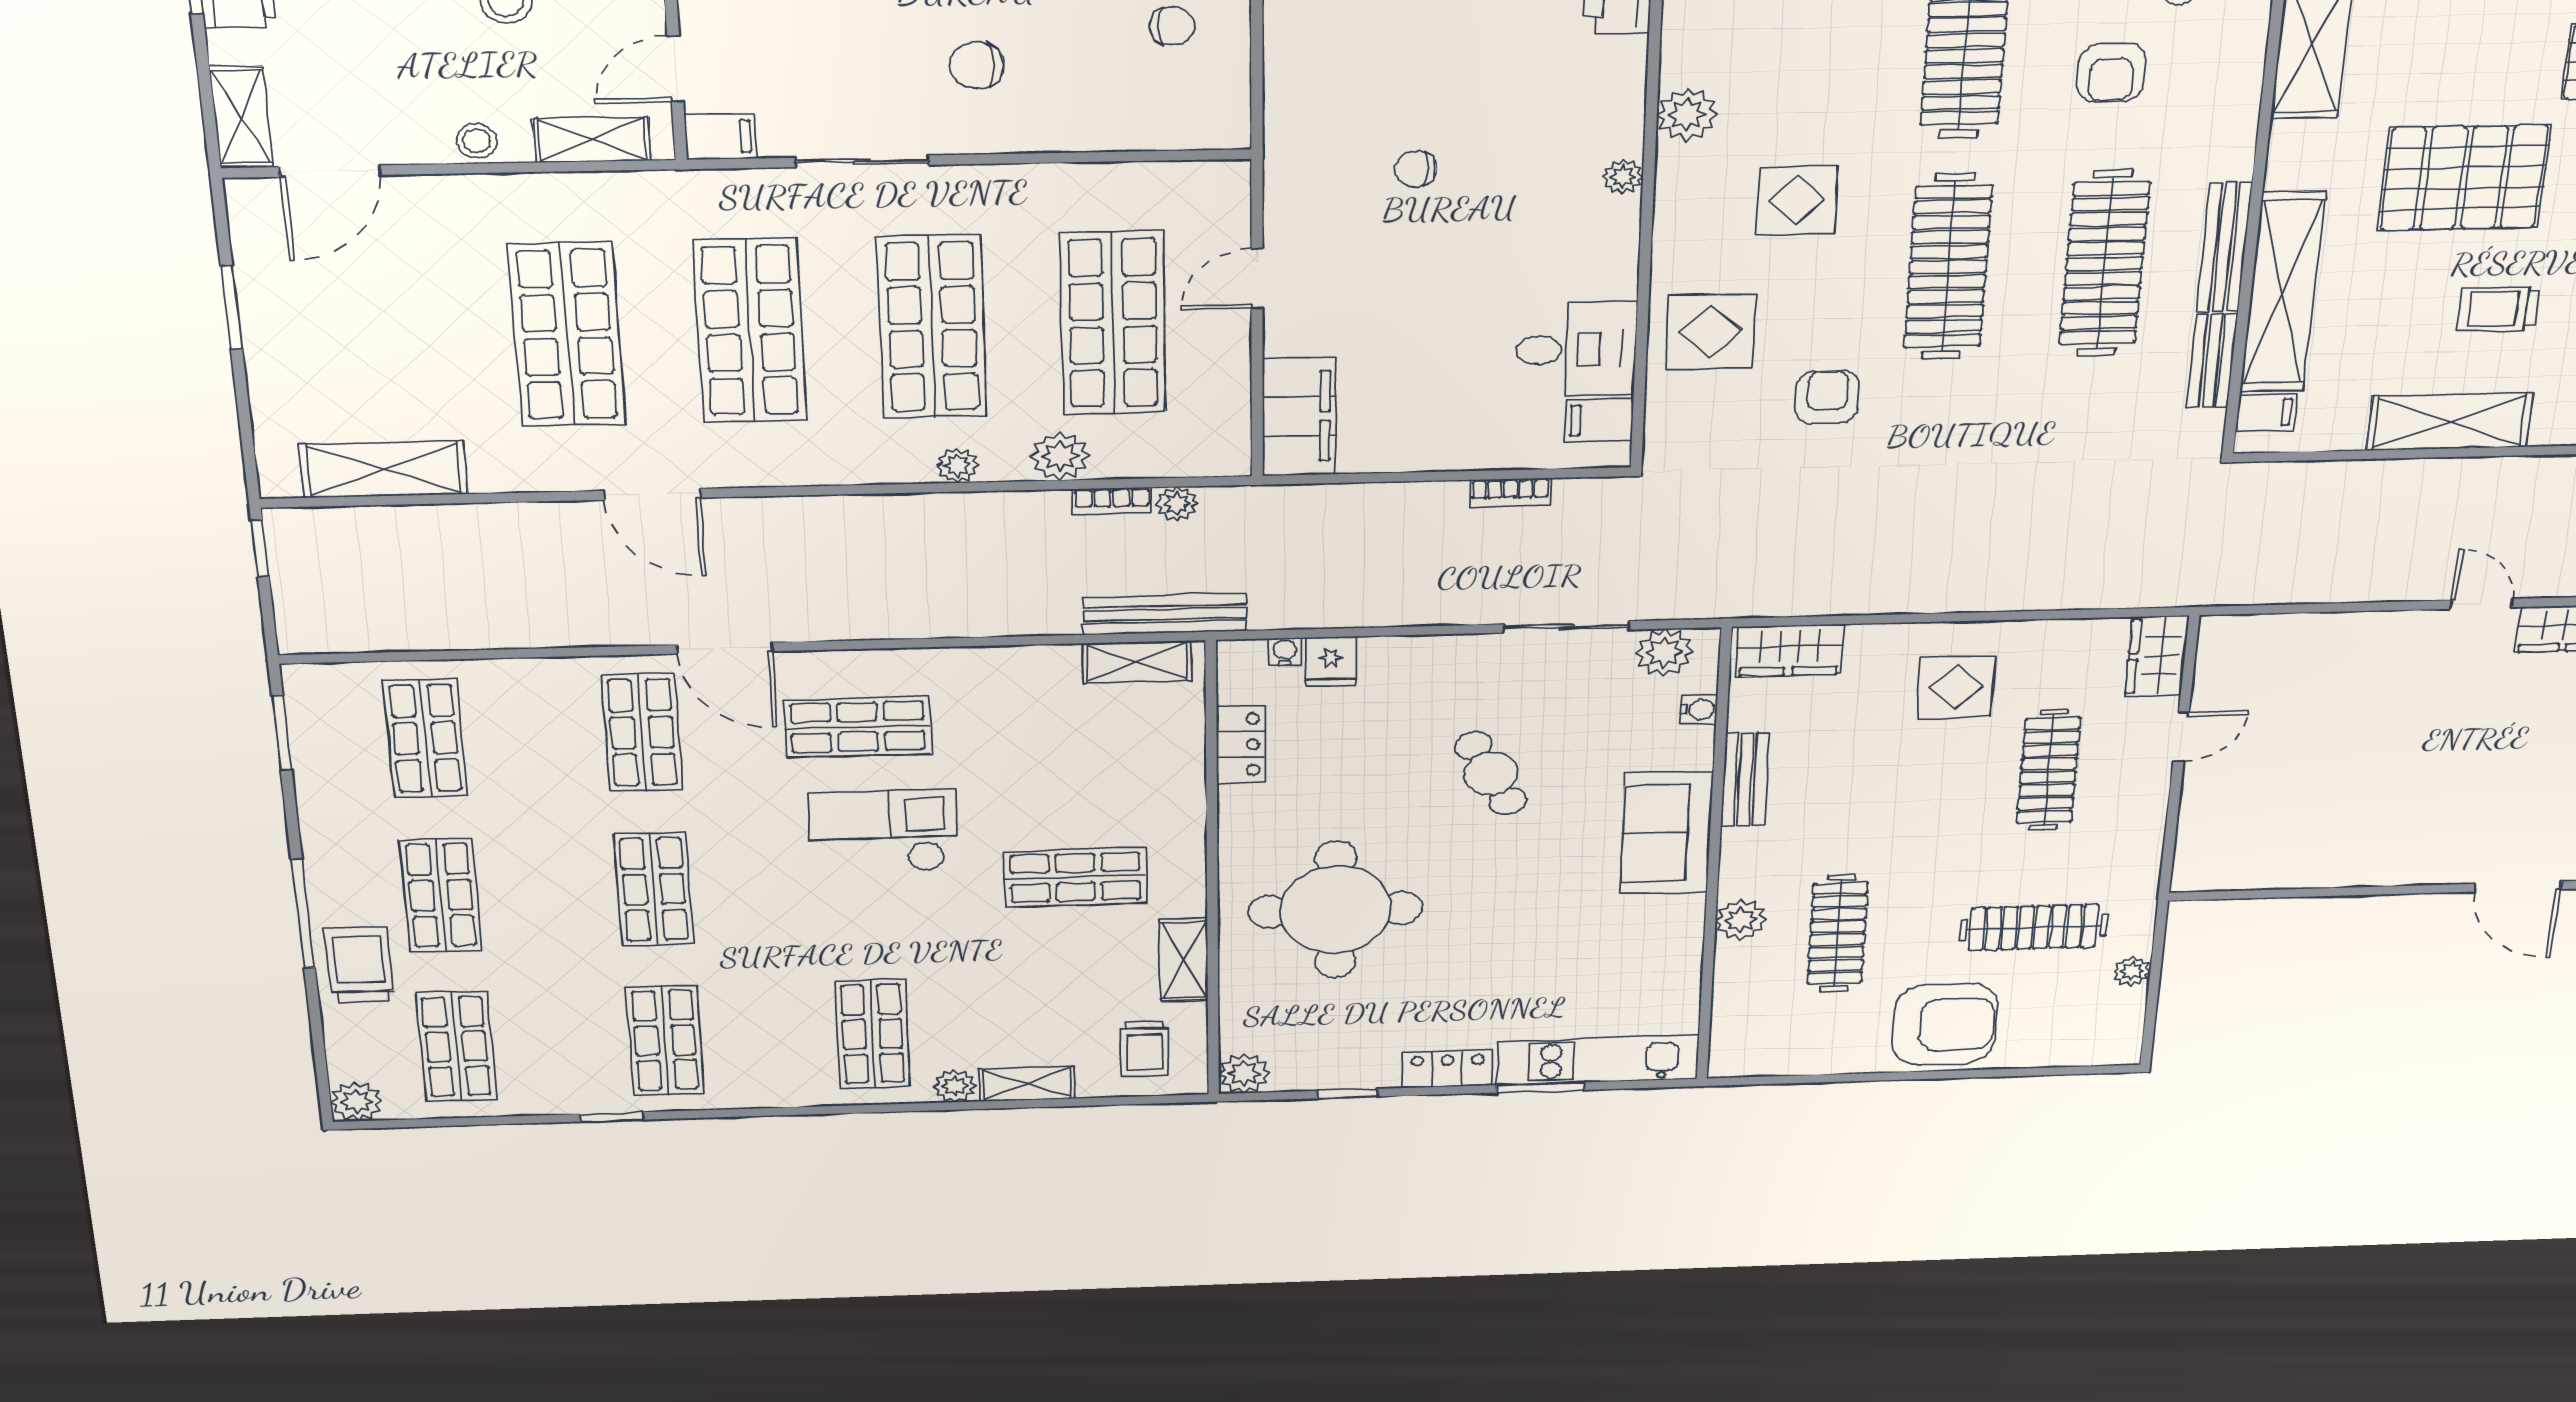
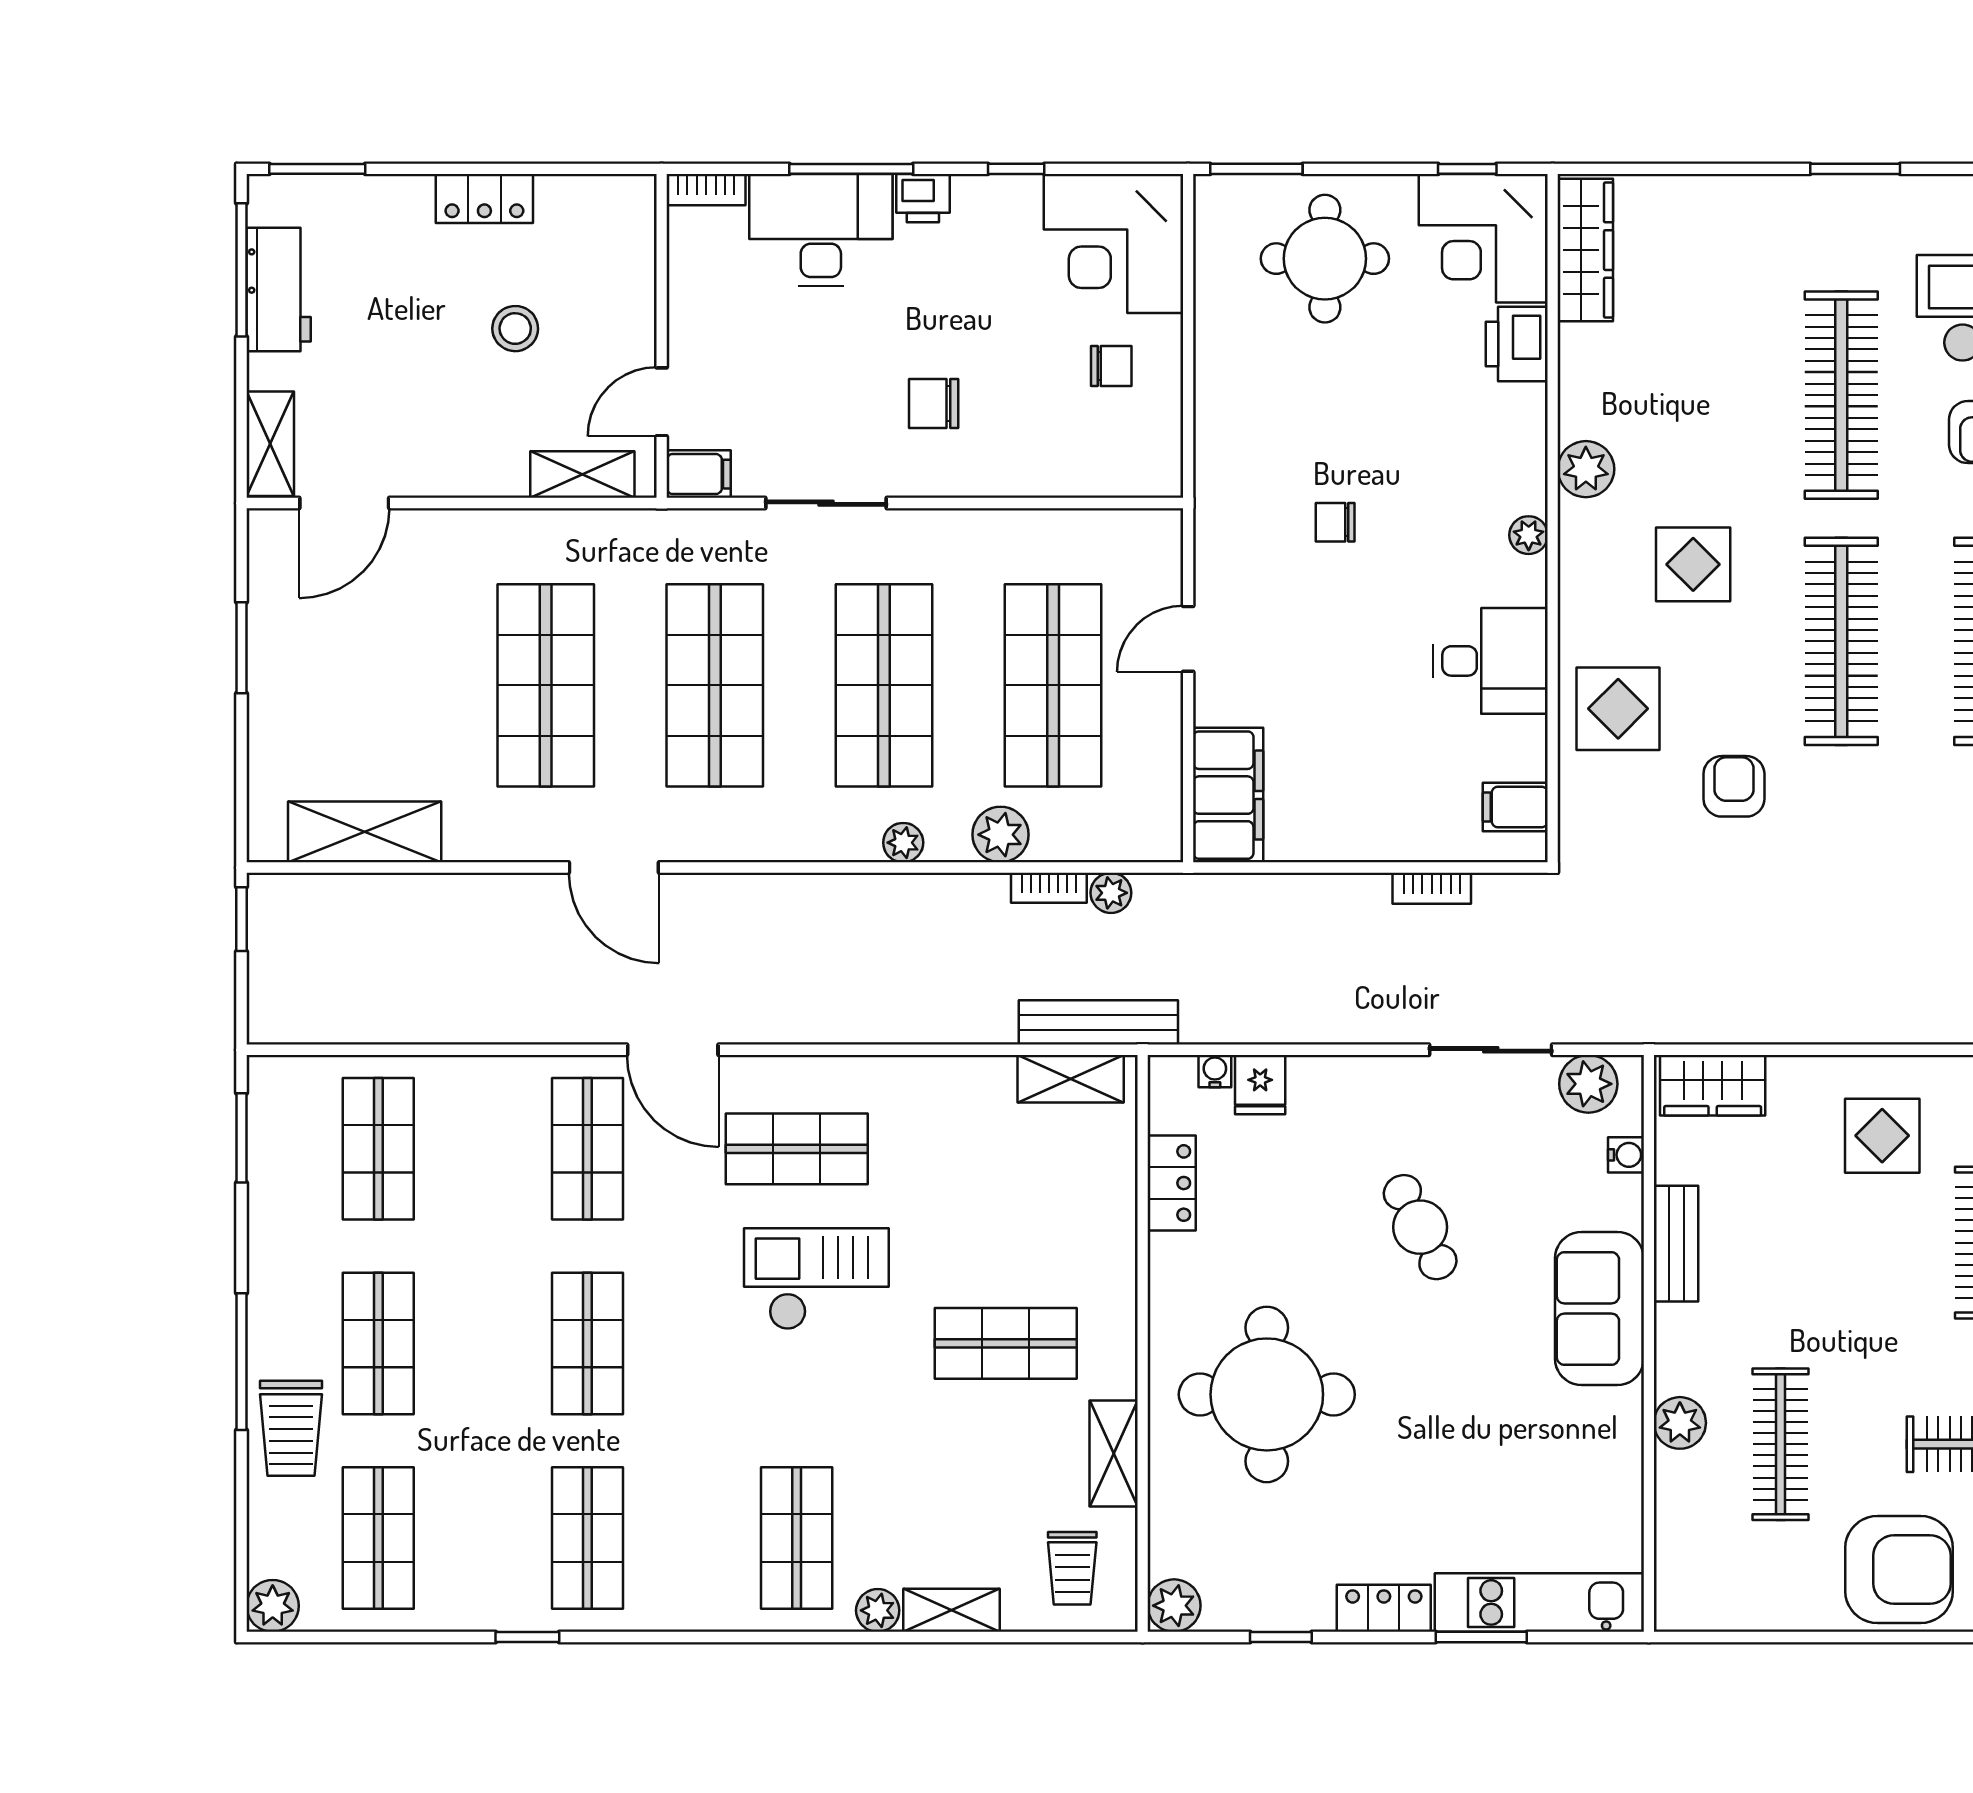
stool: (477, 141) -> (478, 474), removed
desk: (1576, 349) -> (1490, 661), moved
trolley: (359, 965) -> (291, 1428), turned 180

